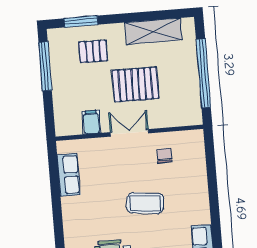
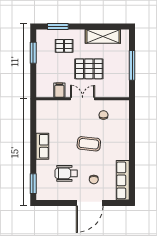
window: (45, 66) -> (33, 53), width x0.69
window: (203, 73) -> (132, 65), width x0.68
row of seats: (69, 175) -> (42, 146), moved

